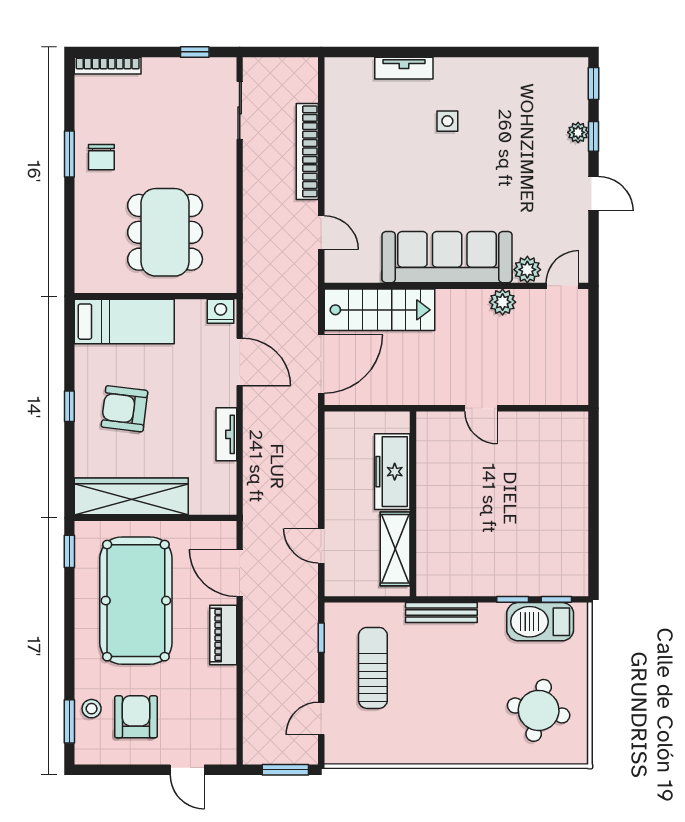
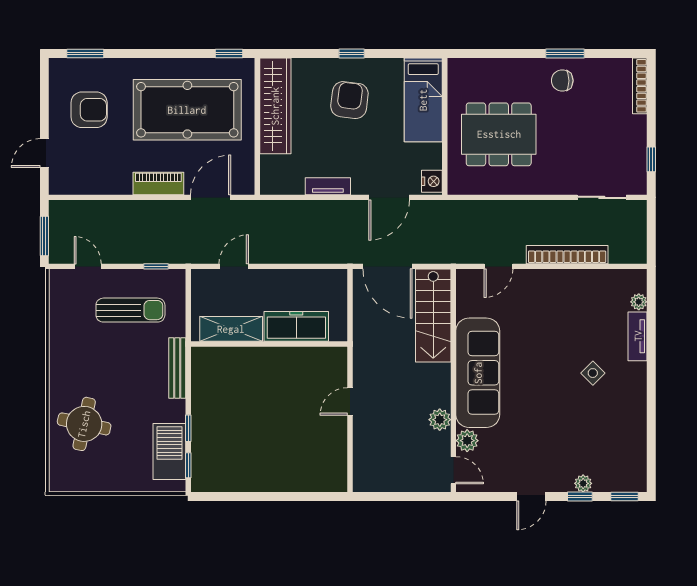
plant: (363, 67) -> (639, 302), added
side table: (447, 121) -> (593, 373), turned 45
stool: (92, 709) -> (96, 72), removed
round table: (539, 710) -> (84, 424), moved

